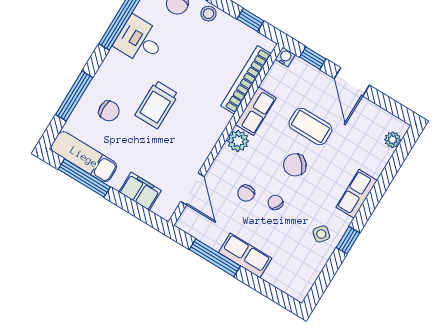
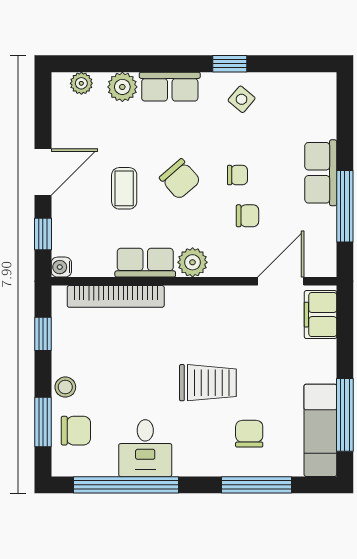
coffee table: (310, 126) -> (124, 188), width x0.73, depth x0.77
plant: (375, 164) -> (122, 87), added
filing cabinet: (140, 191) -> (321, 315), moved
chair: (275, 202) -> (237, 175), turned -118

